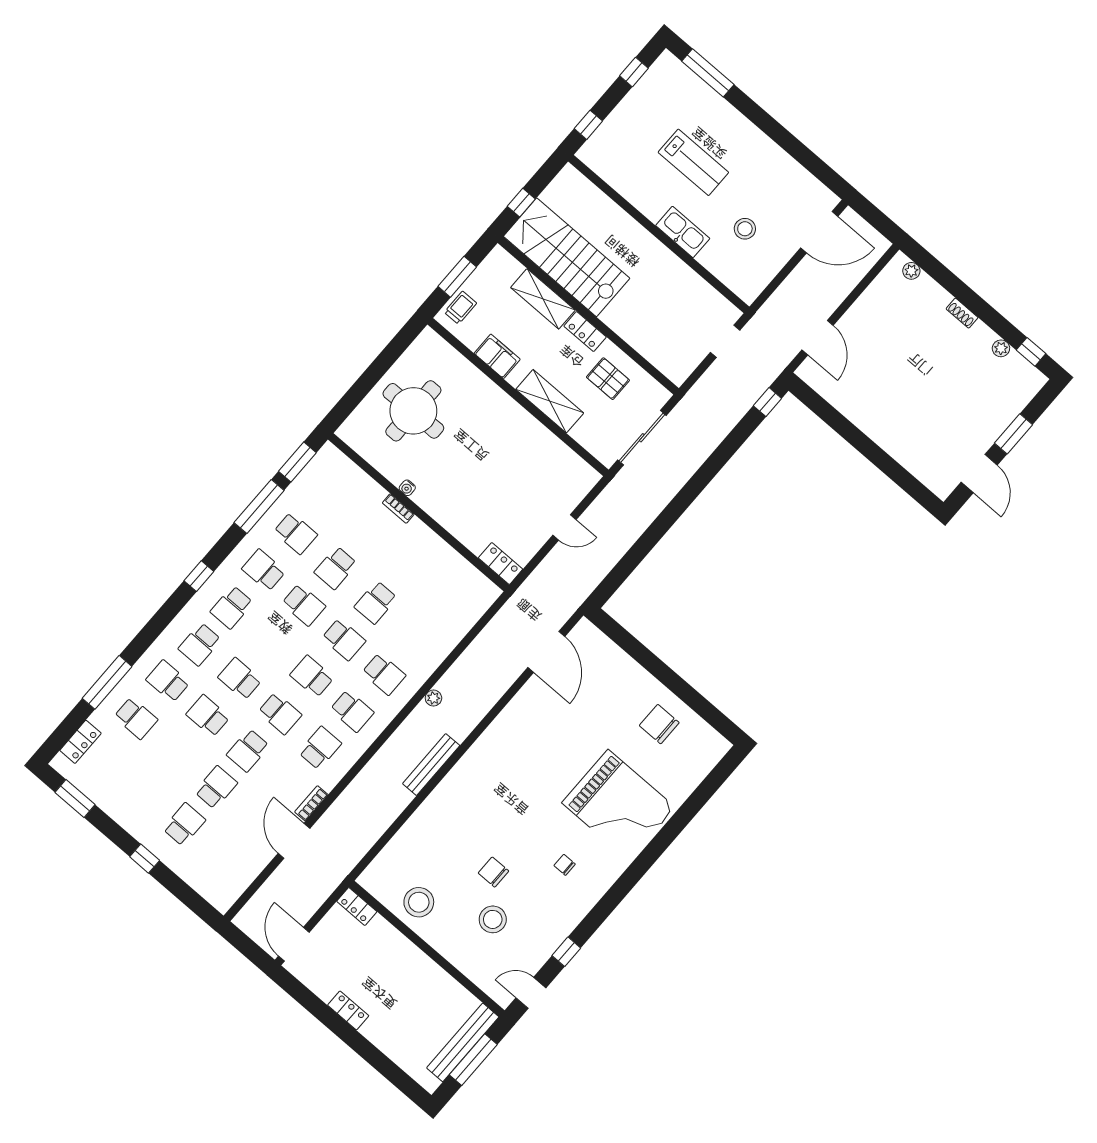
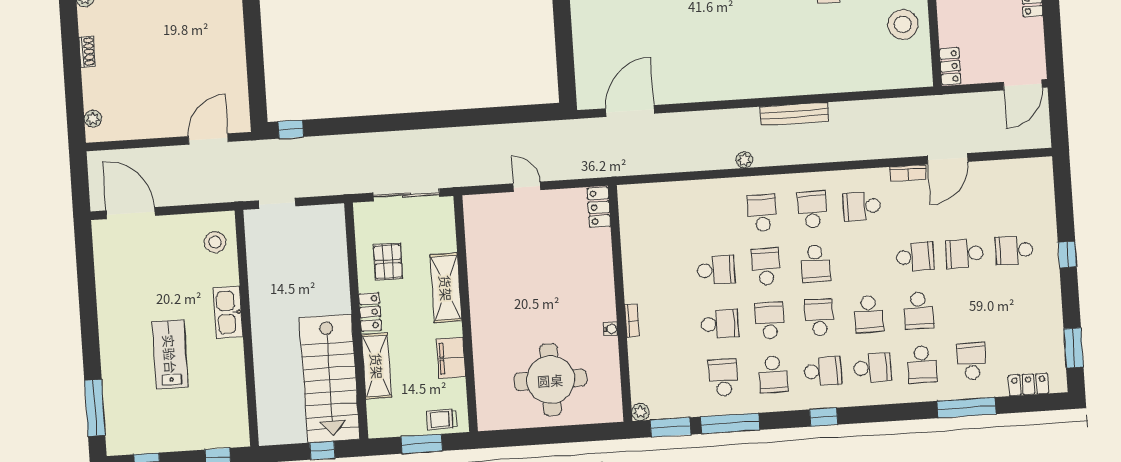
stool: (745, 229) -> (215, 242), moved
plant: (329, 451) -> (640, 412), added
school desk: (280, 713) -> (819, 317), moved

